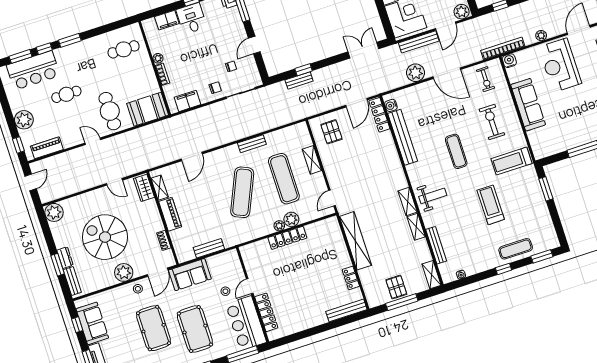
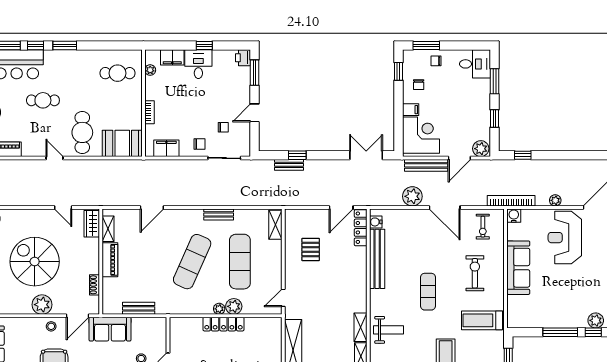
plant: (158, 58) -> (150, 70), moved
pallet: (332, 132) -> (311, 249), moved
shelving: (312, 160) -> (275, 225), moved

